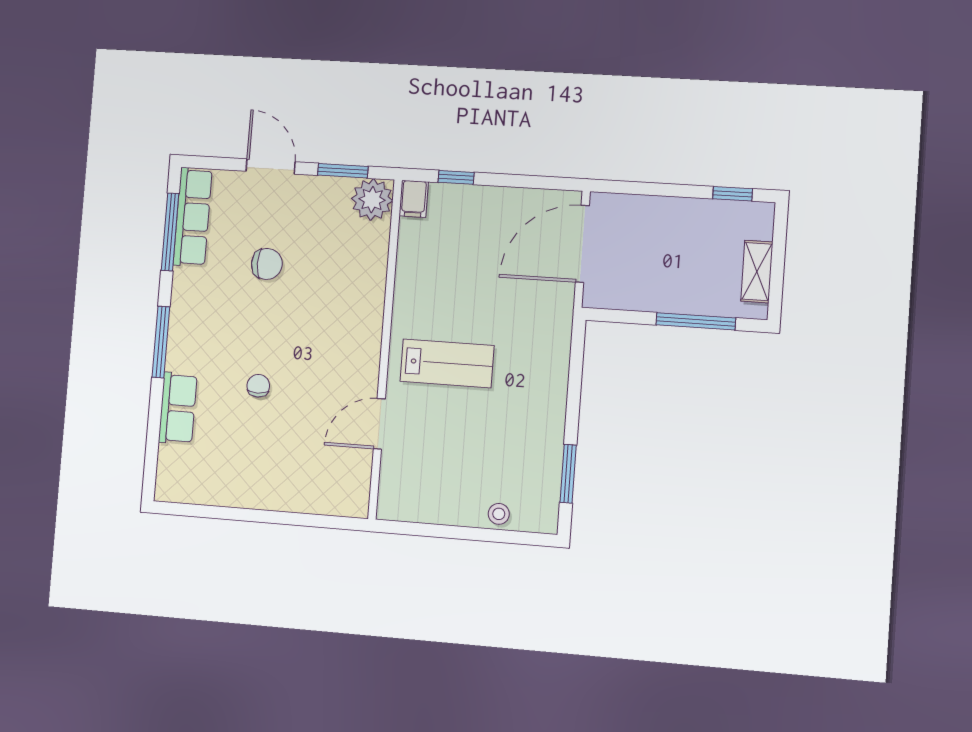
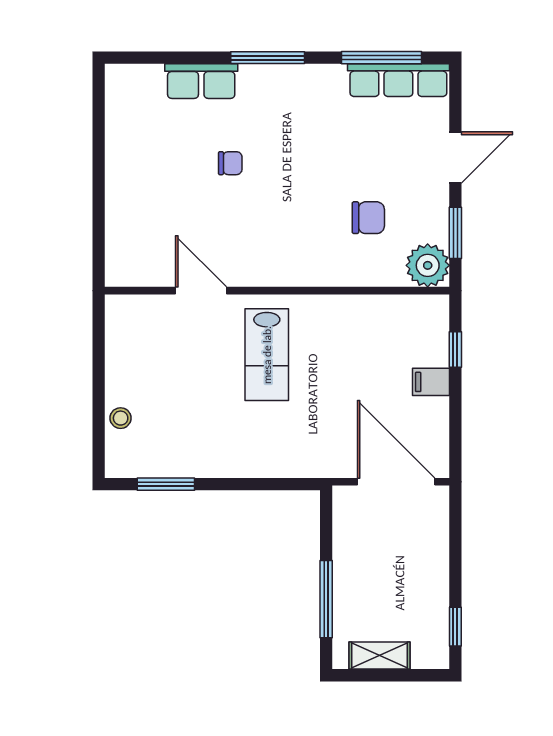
filing cabinet: (414, 199) -> (431, 382), moved
chair: (267, 264) -> (368, 218), moved, turned -90

